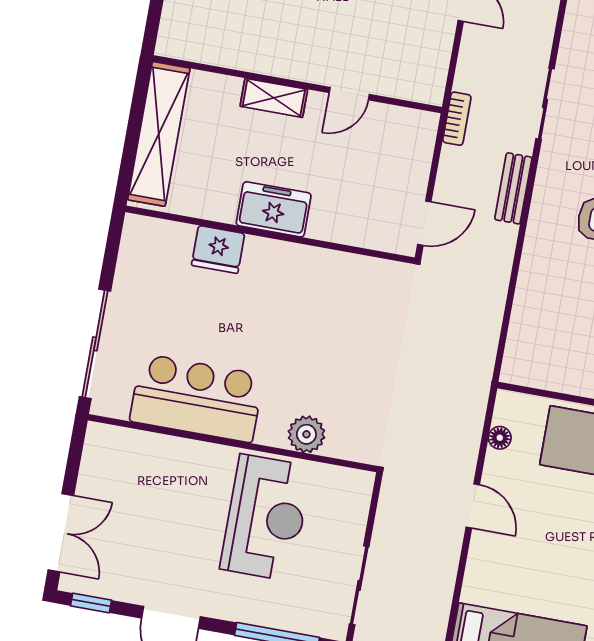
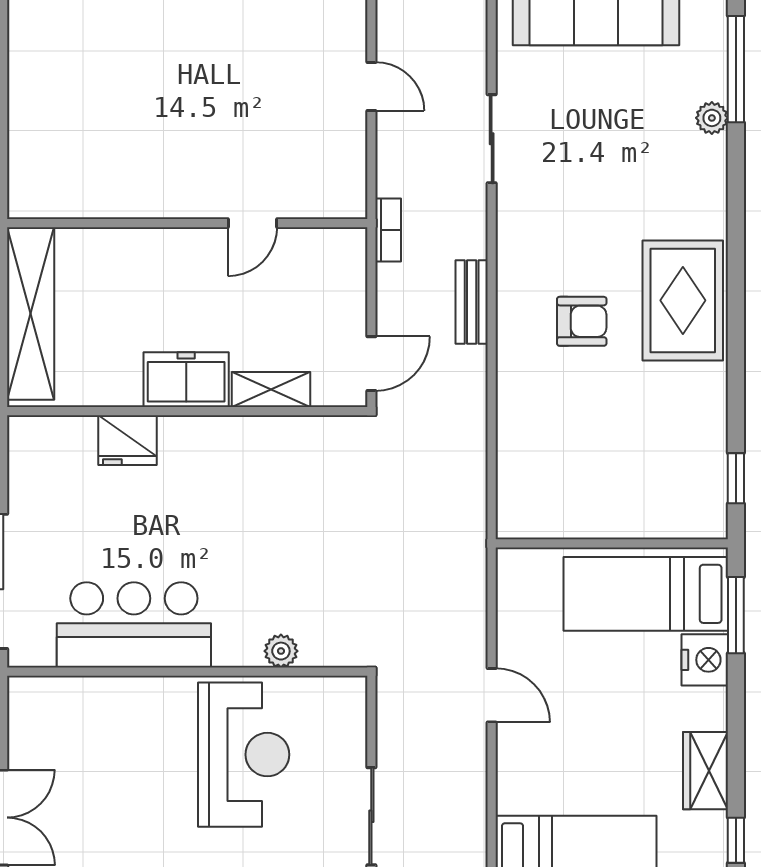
shelving: (274, 98) -> (271, 390), moved
sliding door: (545, 104) -> (492, 139), moved
plant: (306, 434) -> (281, 651), width x0.73, depth x0.73
floor lamp: (500, 438) -> (510, 607), removed

